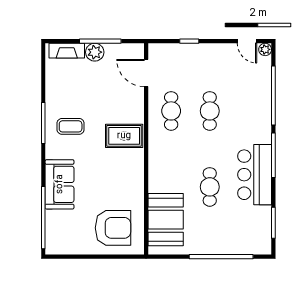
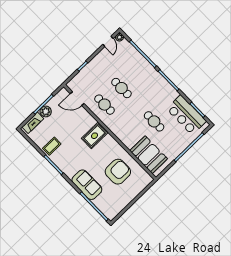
door: (247, 41) -> (108, 41), hinge flipped
coffee table: (71, 126) -> (52, 146), moved
bar counter: (255, 175) -> (186, 115), moved
armchair: (113, 228) -> (118, 172), moved

